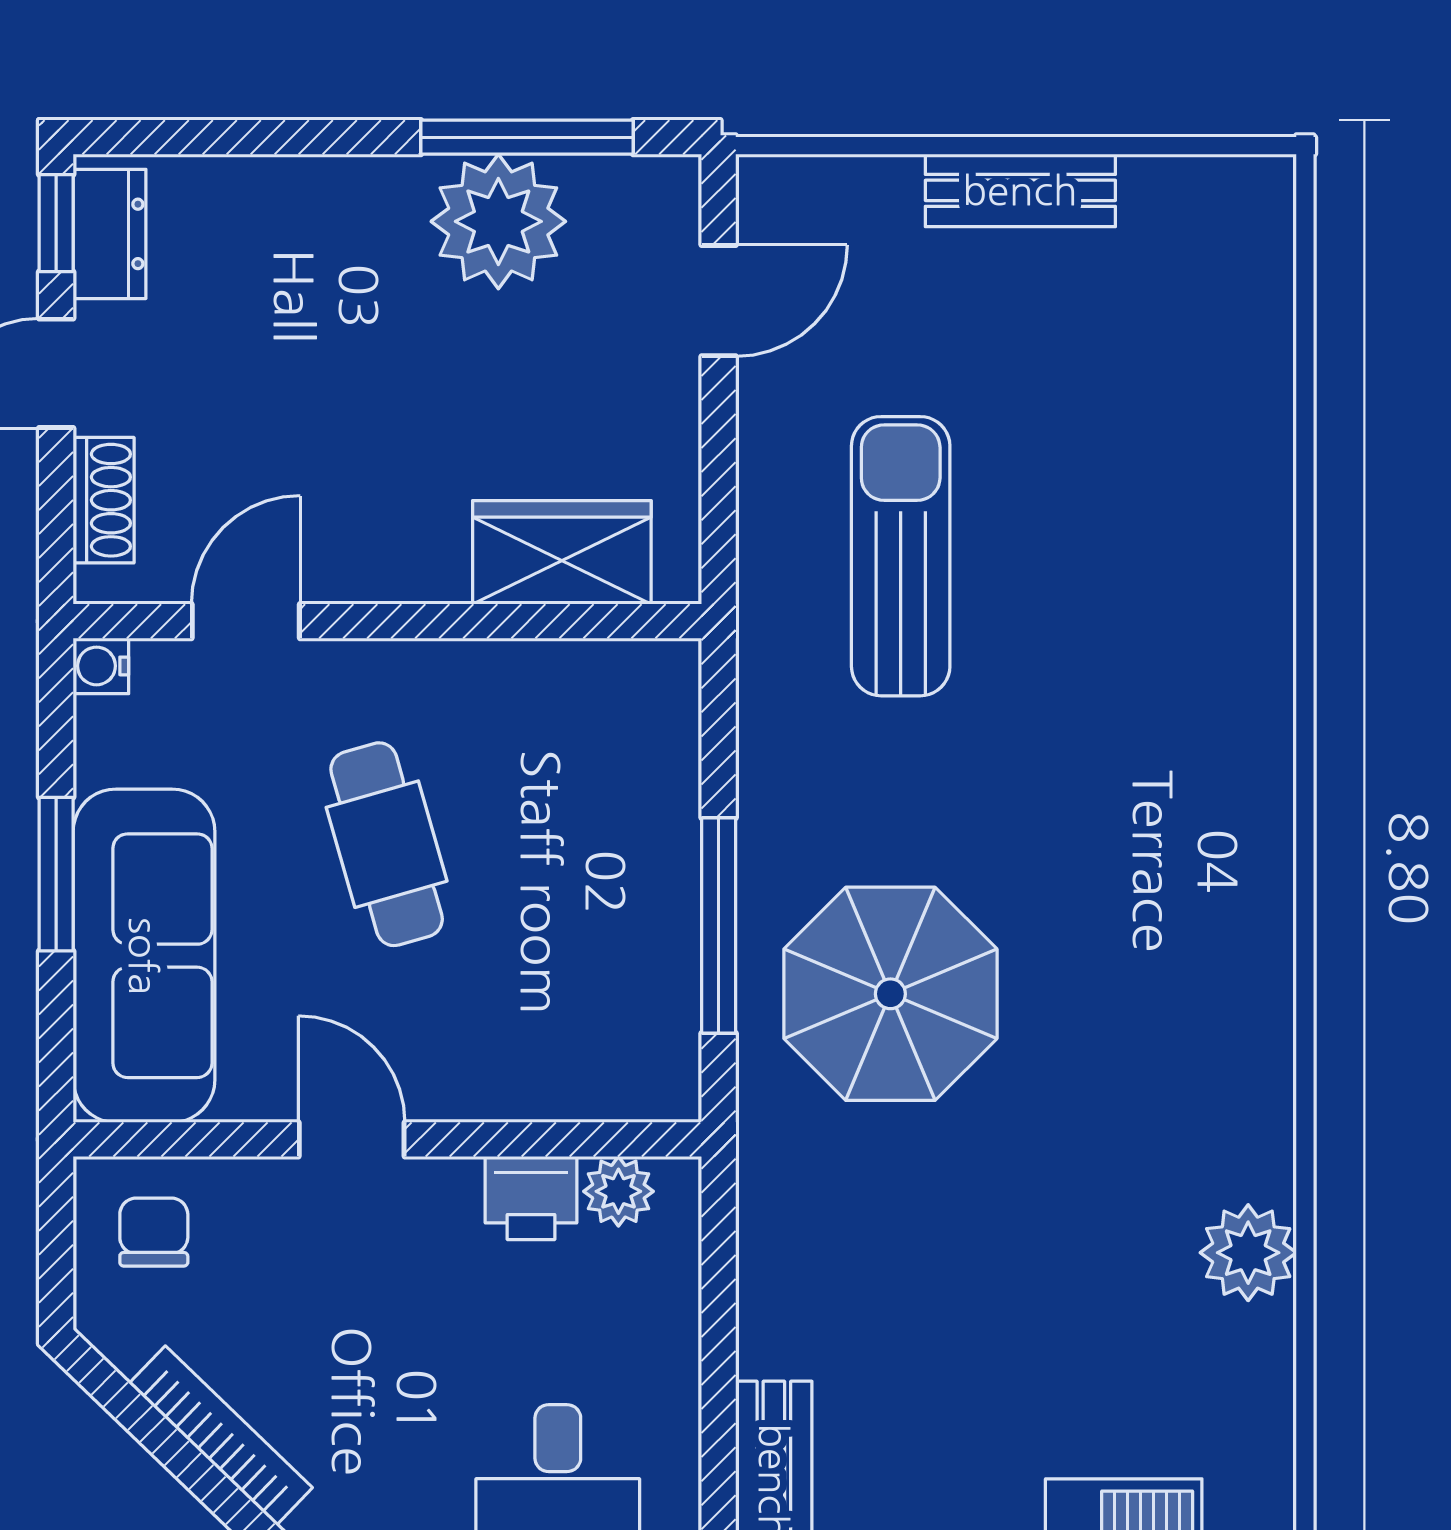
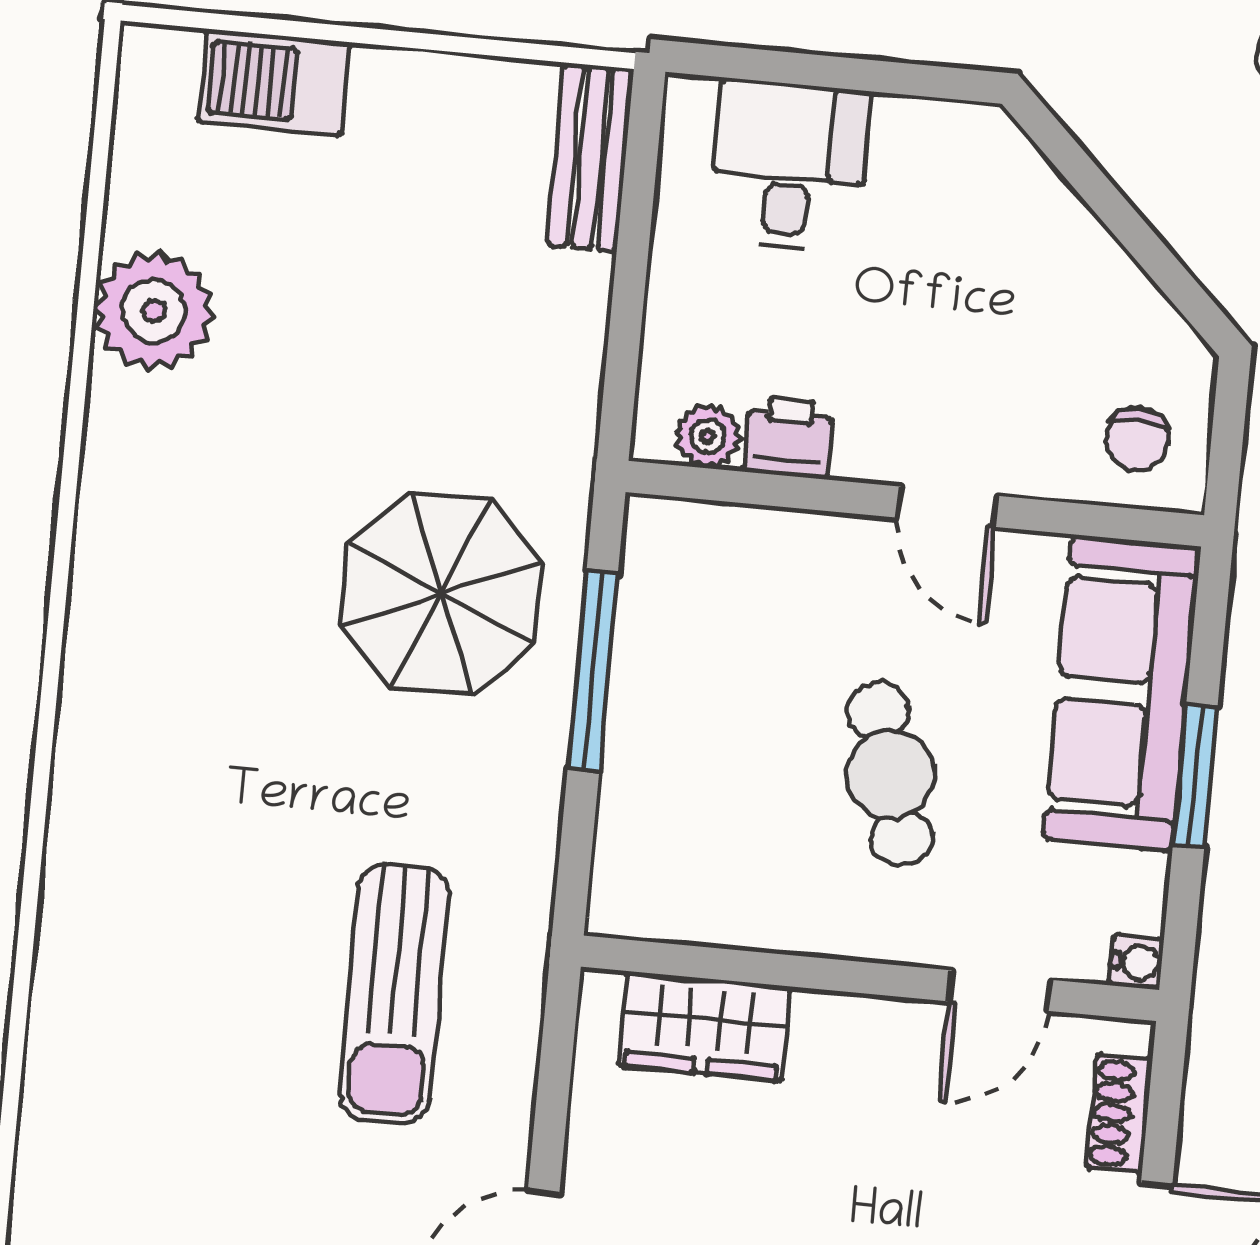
plant: (1248, 1253) -> (154, 311), width x1.36, depth x1.36
bookcase: (221, 1435) -> (1093, 247), removed

